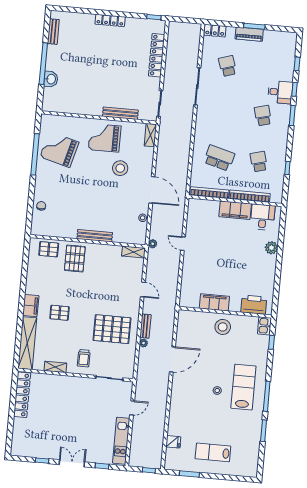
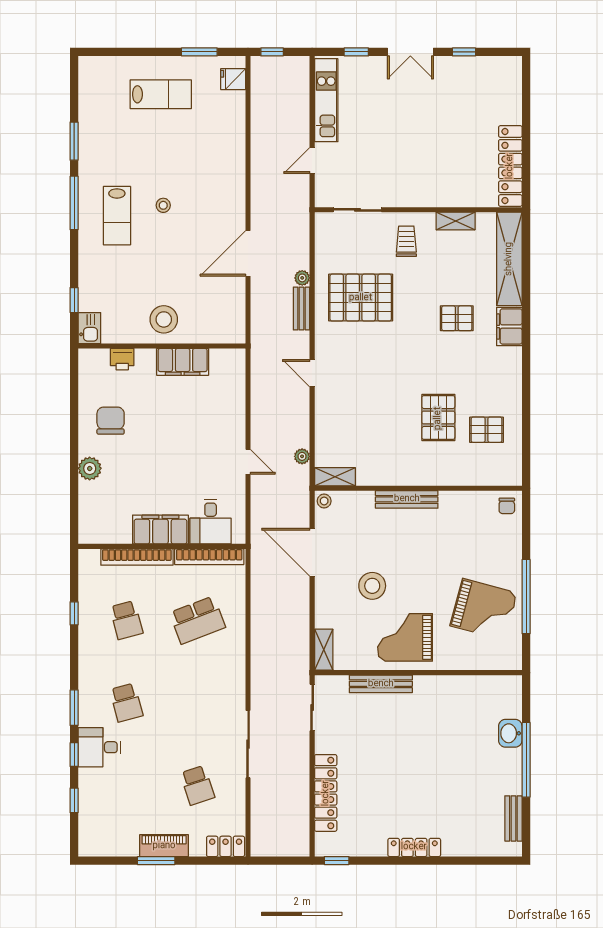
grand piano: (105, 138) -> (405, 637), turned 180
school desk: (219, 158) -> (197, 620), turned -36
desk: (263, 217) -> (211, 522), moved
bench: (95, 236) -> (407, 499), moved
wall: (88, 241) -> (418, 488), moved
shelving: (133, 252) -> (335, 477), moved
chair: (257, 273) -> (111, 421), added
printer: (254, 305) -> (122, 359), width x0.53, depth x0.68
lab bench: (243, 387) -> (117, 216), width x0.73, depth x0.72
fridge: (173, 442) -> (233, 79), moved

